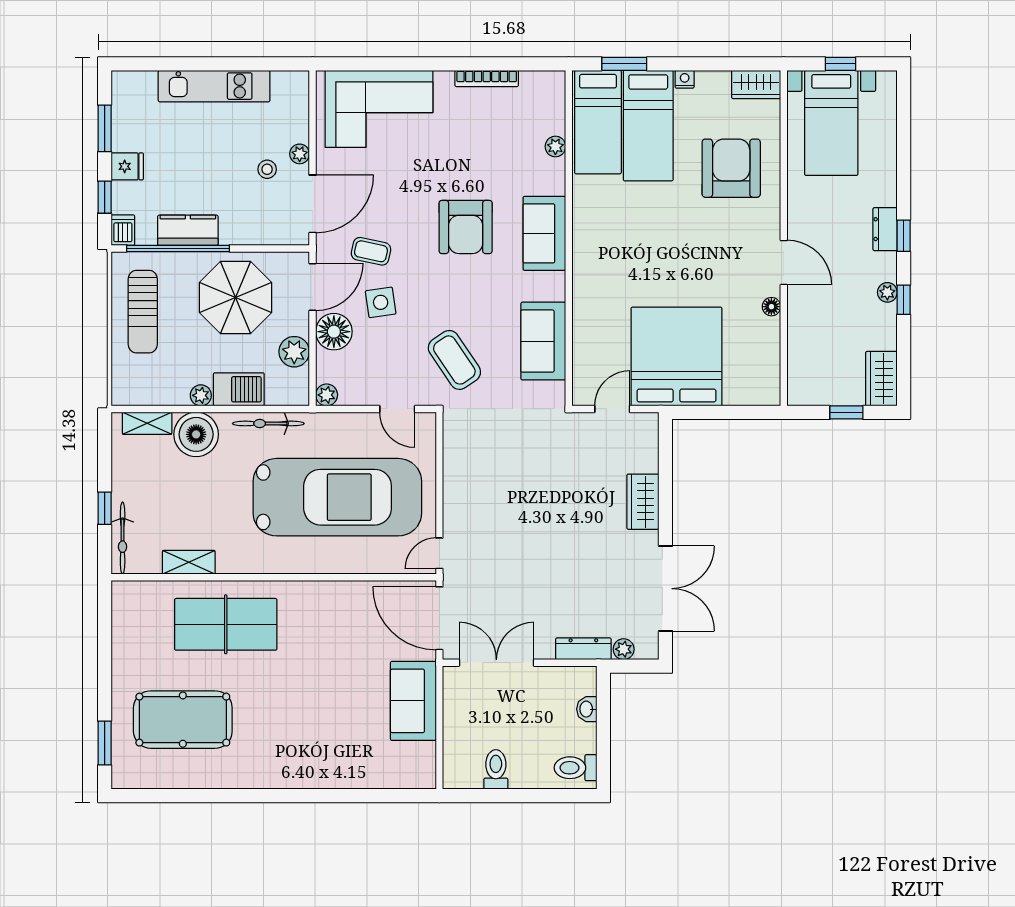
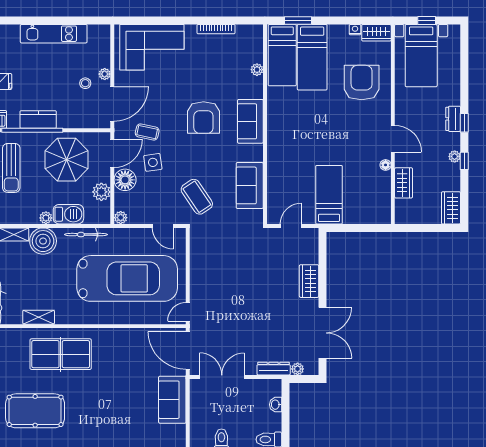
nightstand: (685, 79) -> (355, 30), moved
wardrobe: (802, 337) -> (404, 183), added
bed: (676, 357) -> (329, 195), width x0.49
window: (846, 412) -> (430, 228), removed

